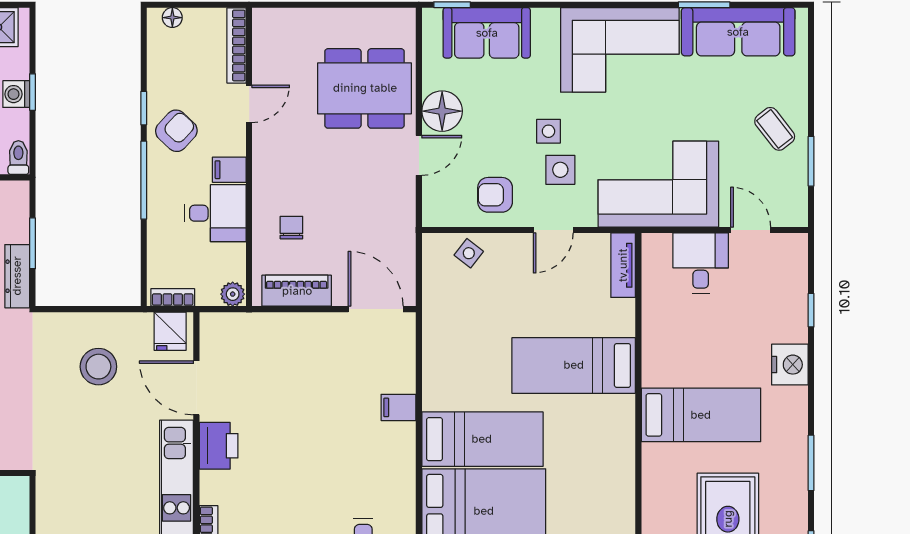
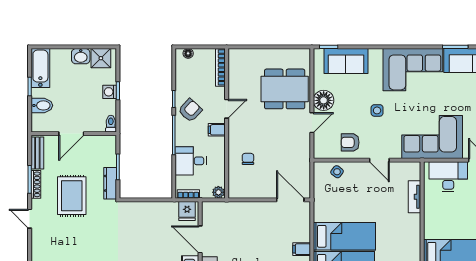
door: (249, 104) -> (227, 109), moved
side table: (560, 170) -> (383, 130), removed
desk: (215, 213) -> (191, 161), moved, turned 180
door: (553, 230) -> (379, 160), hinge flipped
desk: (701, 263) -> (448, 177), width x1.37
tv unit: (623, 265) -> (415, 197), moved
piano: (297, 291) -> (251, 191), removed
bed: (574, 365) -> (344, 236), moved, turned 180
stool: (98, 367) -> (151, 229), removed

